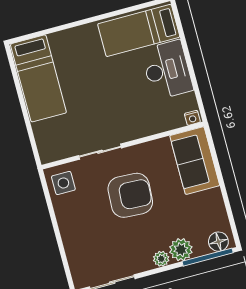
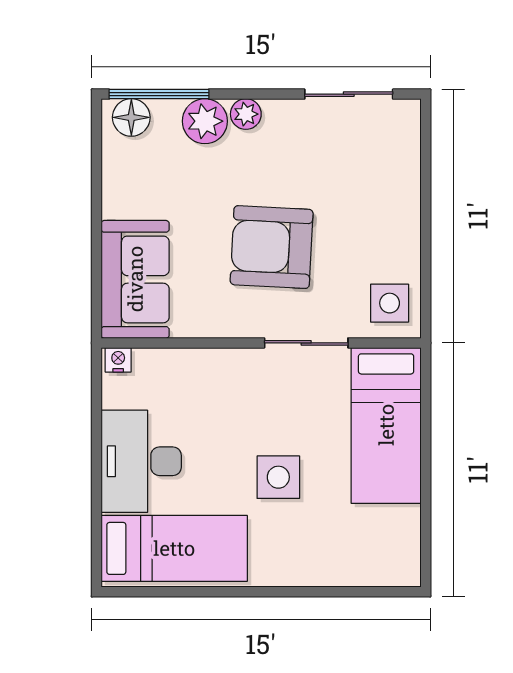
bed: (38, 78) -> (386, 425), moved, turned 180
side table: (96, 80) -> (278, 477), added

